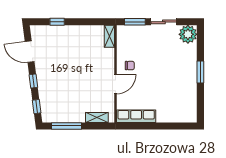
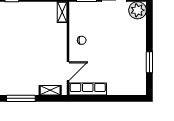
window: (200, 72) -> (149, 62), moved
door: (116, 84) -> (68, 71), moved

